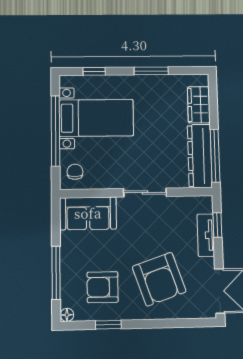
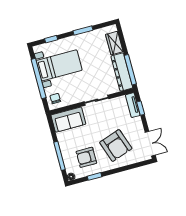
tv unit: (206, 235) -> (133, 105), moved

